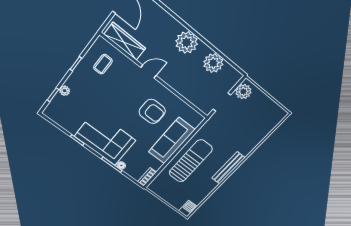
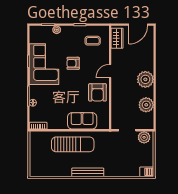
wardrobe: (125, 41) -> (117, 38), width x0.67
door: (148, 71) -> (110, 71), swing flipped
armchair: (112, 101) -> (73, 63), added
armchair: (152, 111) -> (97, 92), moved
corner sofa: (105, 138) -> (44, 64), moved
sofa: (172, 141) -> (82, 121), width x0.73
barbecue: (188, 209) -> (147, 172), moved

